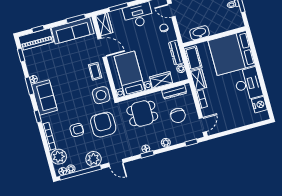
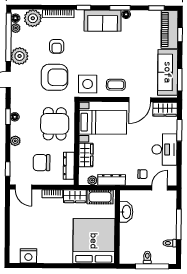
desk: (248, 84) -> (55, 250), removed

